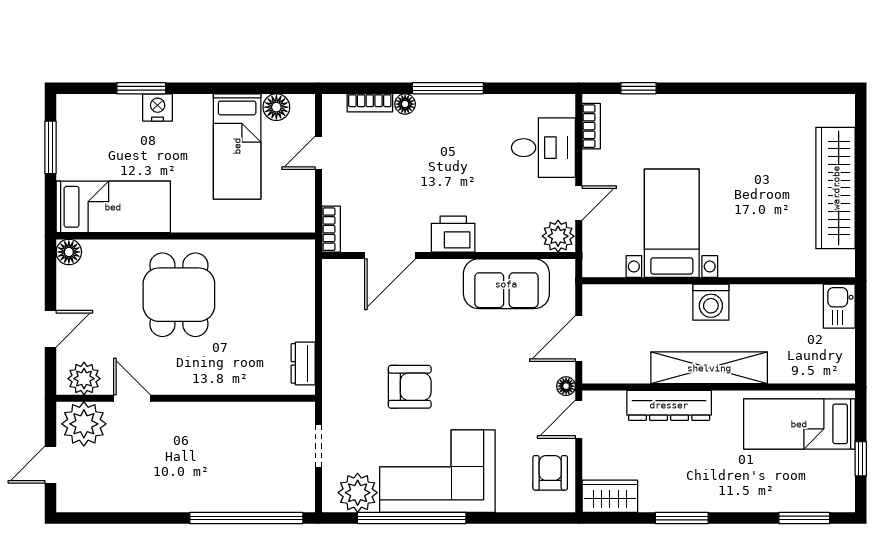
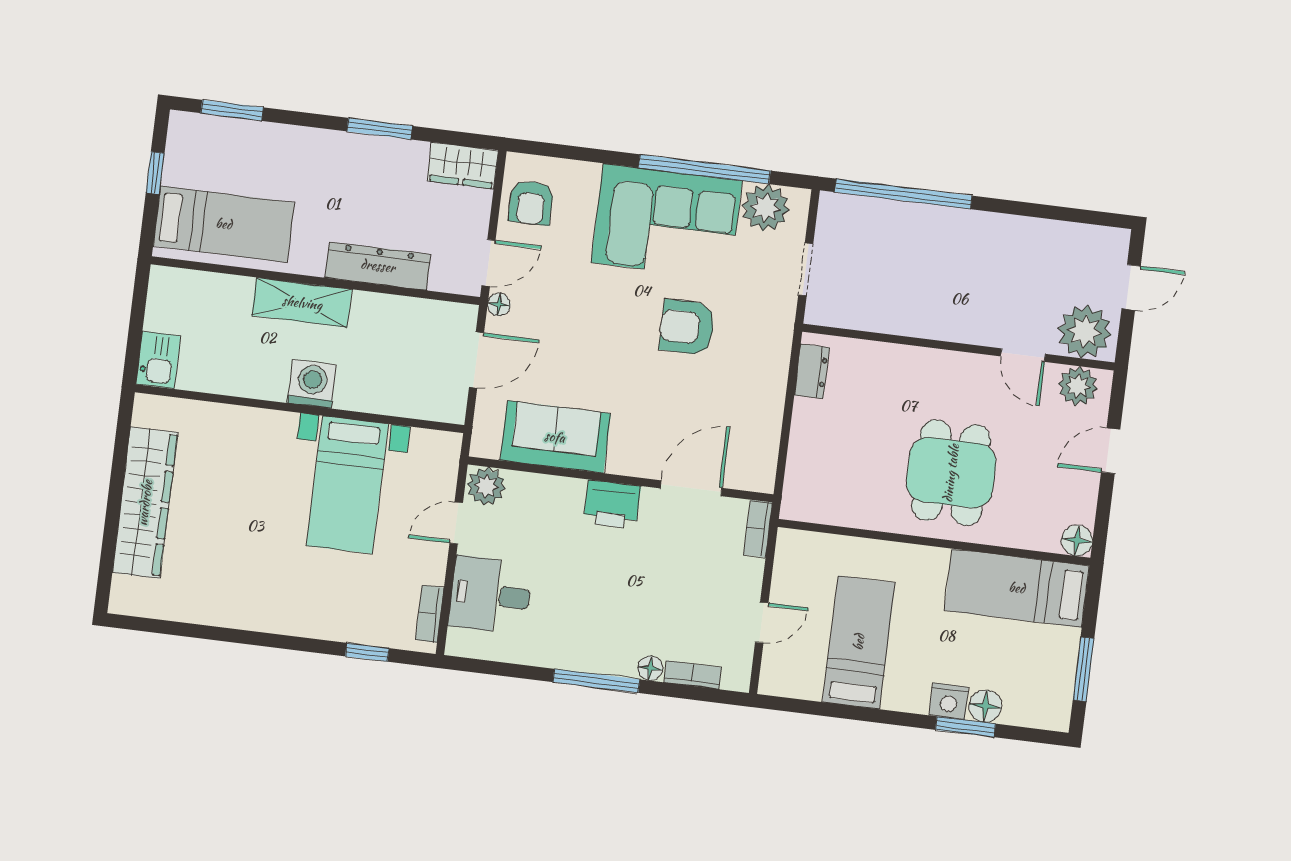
floor lamp: (276, 107) -> (985, 706), moved
shelving: (709, 368) -> (302, 303), width x0.68

